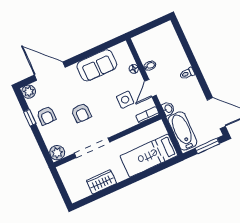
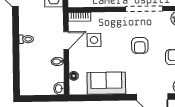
floor lamp: (134, 69) -> (74, 76), moved
washbasin: (168, 109) -> (59, 89), moved
armchair: (81, 113) -> (140, 45), turned 180

